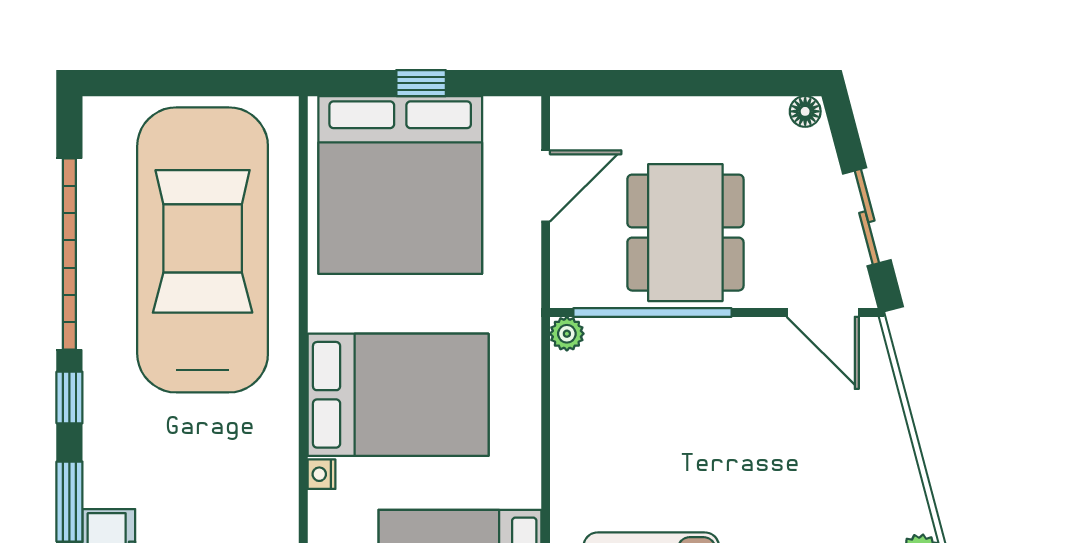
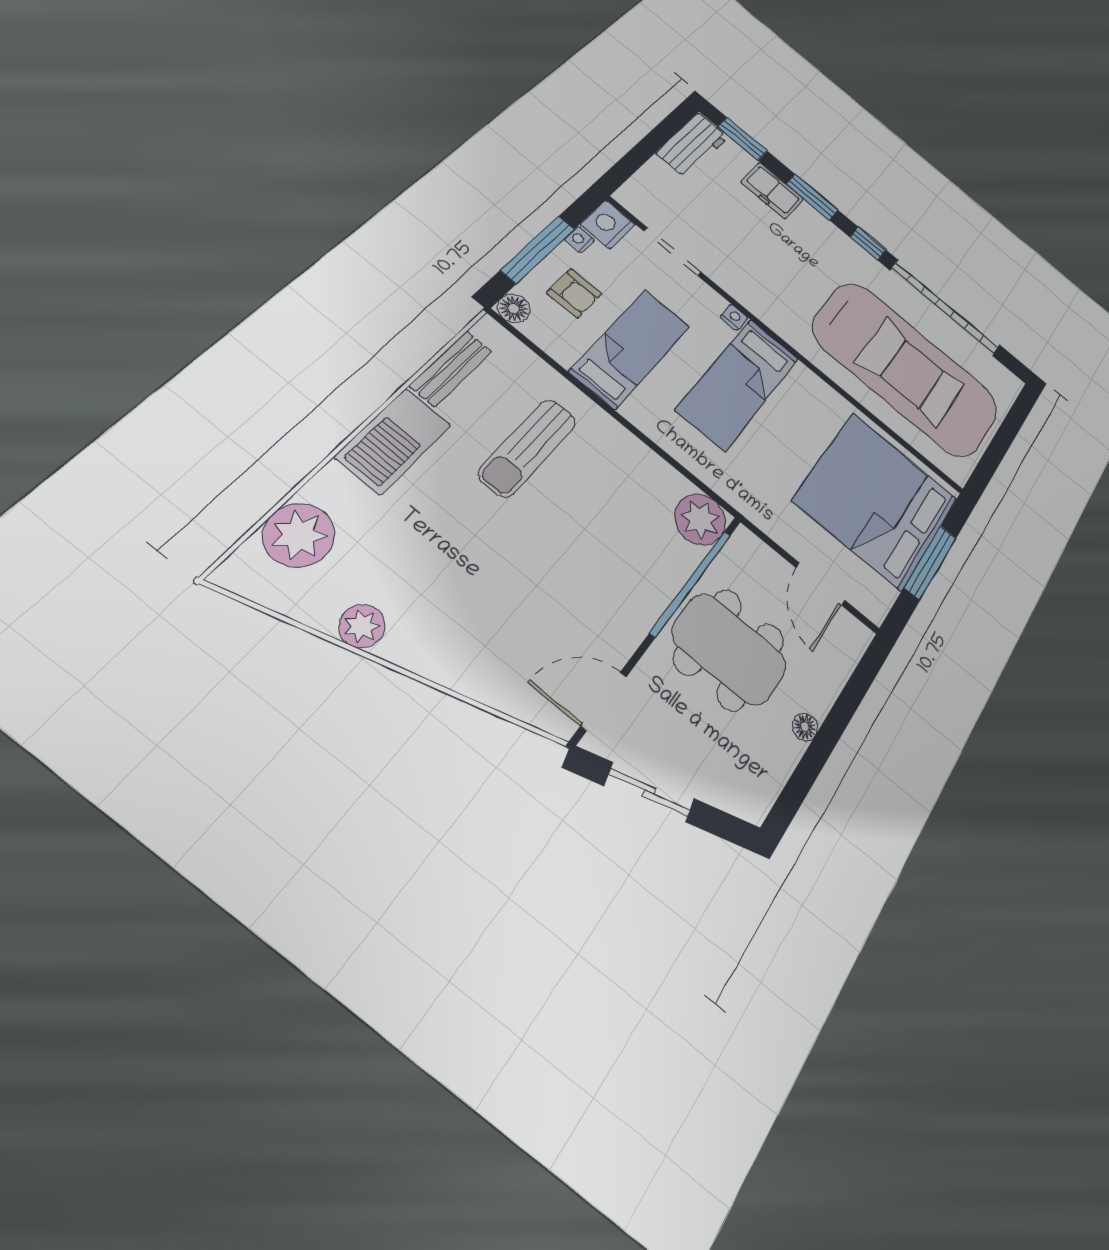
window: (421, 83) -> (930, 562), width x2.17
floor lamp: (805, 111) -> (805, 727), moved
plant: (567, 334) -> (700, 519), width x1.88, depth x1.88
bed: (398, 395) -> (738, 384), width x0.67

